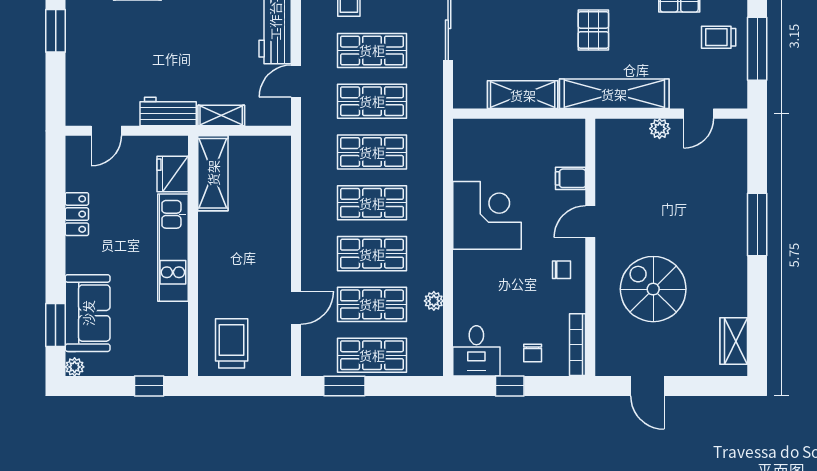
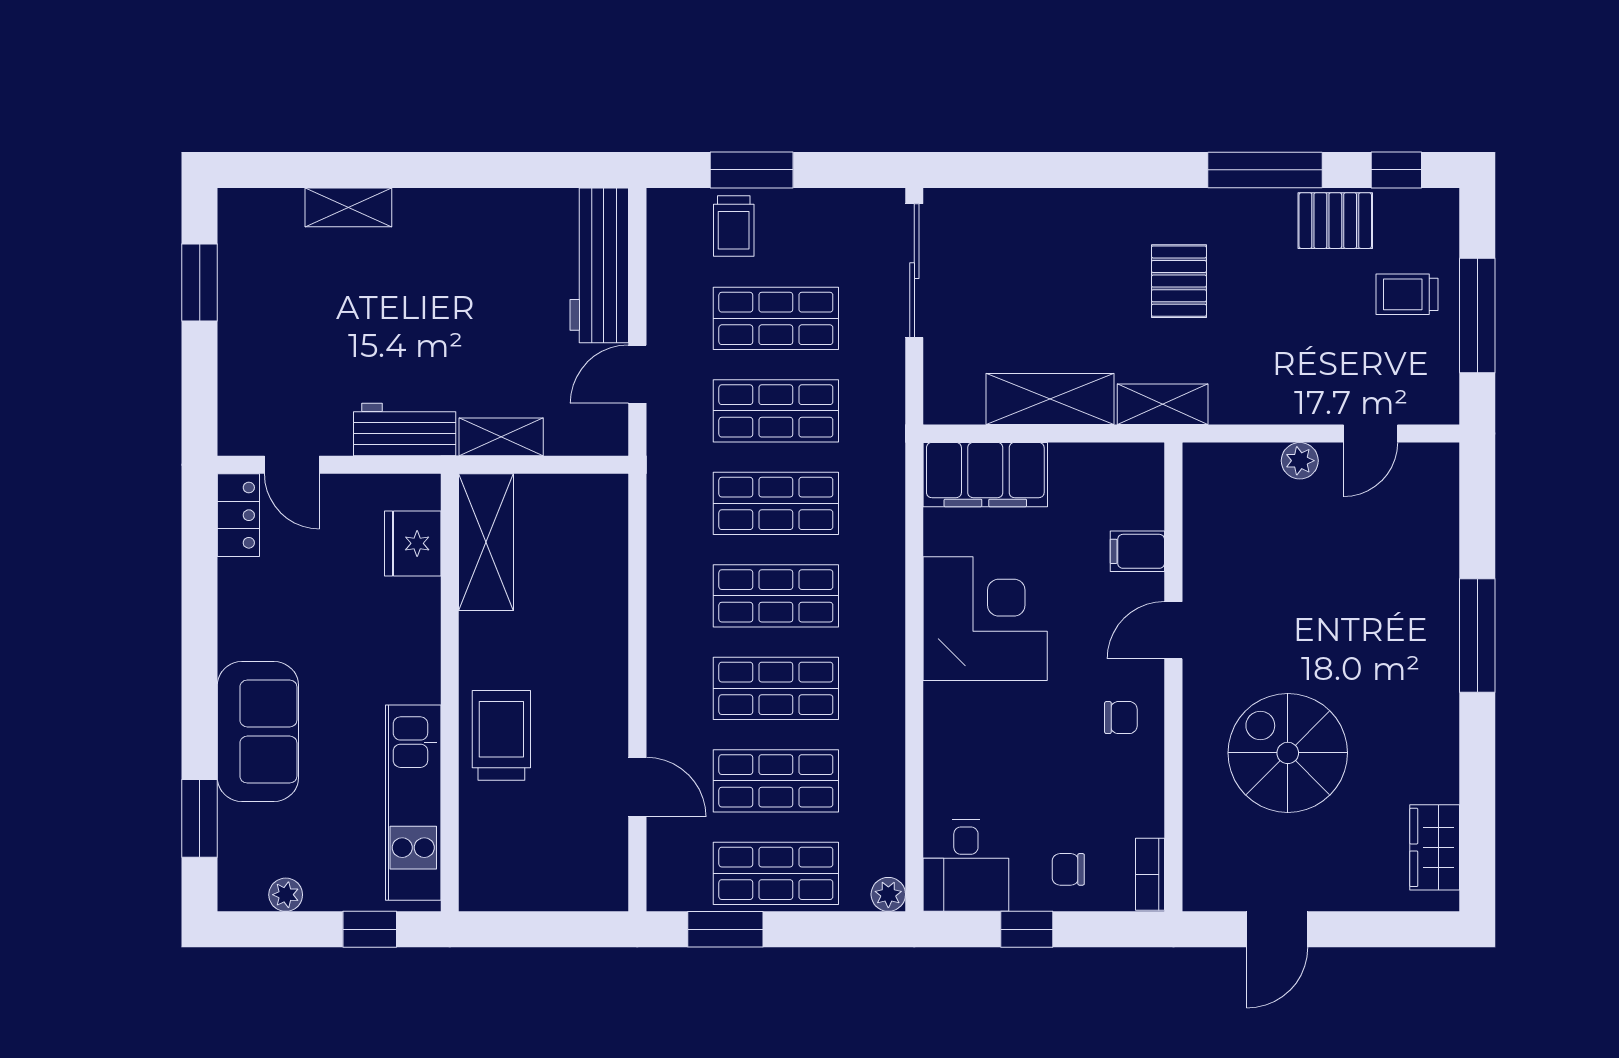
shelving: (614, 94) -> (1163, 404), width x0.45, depth x0.75
door: (106, 131) -> (292, 465), hinge flipped
filing cabinet: (487, 136) -> (985, 475), added
locker: (77, 214) -> (238, 515), moved
kitchen unit: (173, 248) -> (413, 803), moved
plant: (434, 301) -> (888, 894), moved
door: (296, 308) -> (637, 787), hinge flipped
sofa: (88, 313) -> (258, 732), moved
trolley: (232, 343) -> (501, 735), moved
bookcase: (578, 345) -> (1150, 874), width x0.64
chair: (533, 353) -> (1068, 869), turned 90
plant: (75, 367) -> (286, 895), moved
door: (647, 386) -> (1277, 929), hinge flipped

